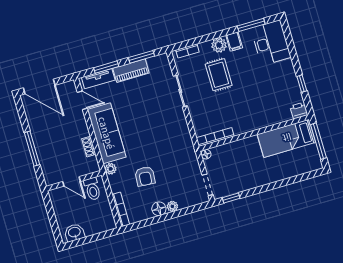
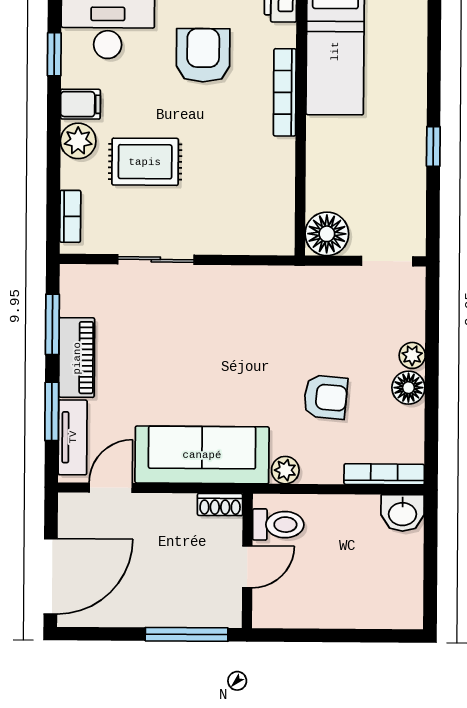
window: (251, 25) -> (54, 54), width x0.67
armchair: (269, 85) -> (203, 55), added
bookcase: (215, 137) -> (285, 92), moved
floor lamp: (206, 154) -> (327, 234), width x1.89, depth x1.89
door: (72, 181) -> (247, 567), moved
wall: (74, 181) -> (247, 561), moved
toilet: (92, 189) -> (278, 525), moved
window: (231, 198) -> (433, 146), moved
washbasin: (74, 233) -> (403, 513), moved, turned -90

